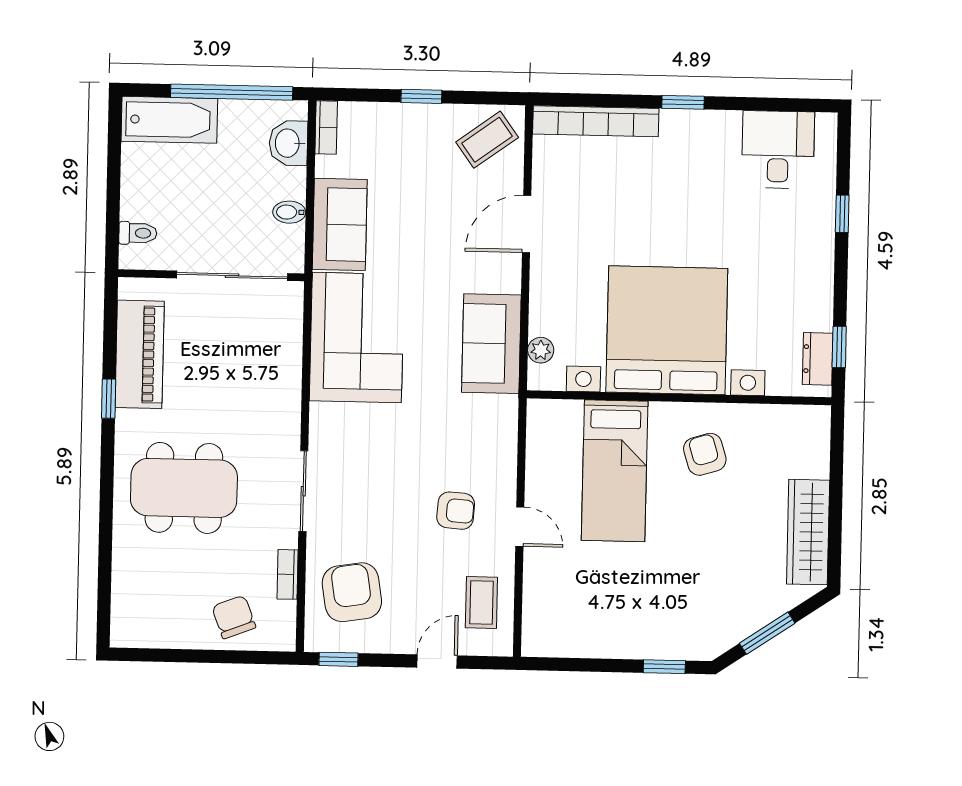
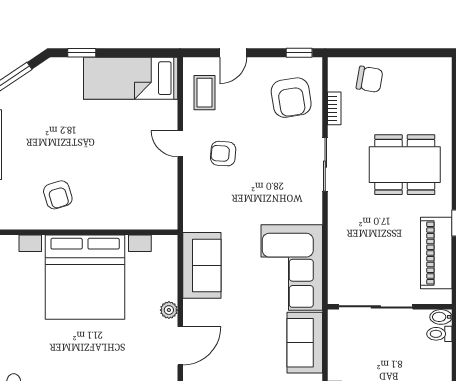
bidet: (289, 212) -> (441, 317), moved, turned 180
plant: (541, 350) -> (169, 310), moved
bed: (615, 471) -> (131, 78), moved, turned -90
chair: (234, 617) -> (370, 79), turned -59

